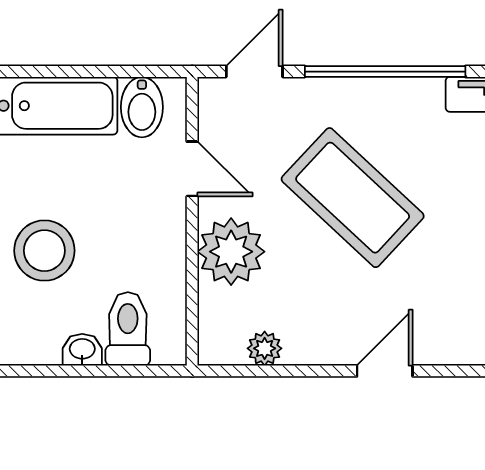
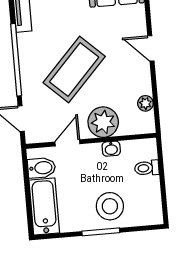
toilet: (128, 329) -> (147, 168), width x0.73, depth x0.72
washbasin: (82, 350) -> (111, 149), moved, turned -90

